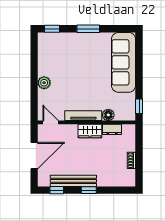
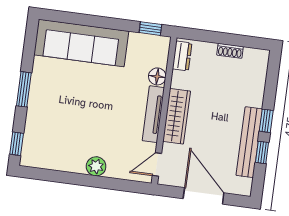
dresser: (112, 129) -> (182, 56), moved
wardrobe: (90, 131) -> (177, 116), width x1.50
window: (57, 190) -> (262, 152), moved

